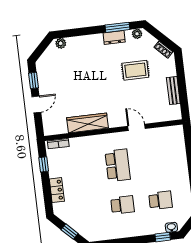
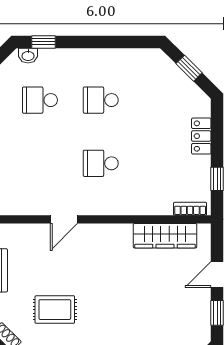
wardrobe: (88, 123) -> (165, 236), moved
door: (136, 127) -> (64, 219), hinge flipped
school desk: (118, 165) -> (101, 163), width x0.54

